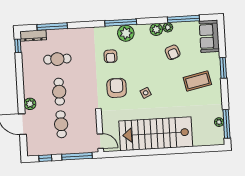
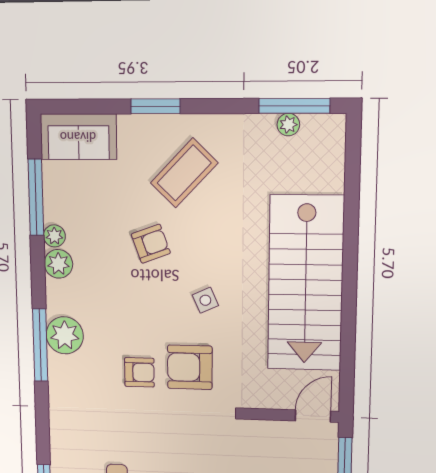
armchair: (173, 52) -> (151, 244), moved
armchair: (111, 56) -> (139, 372), moved
coffee table: (197, 81) -> (184, 173), turned 56

